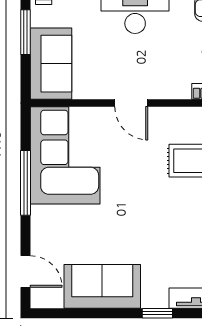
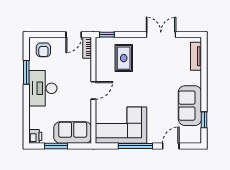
door: (26, 271) -> (171, 146), moved
window: (157, 313) -> (204, 120), moved

